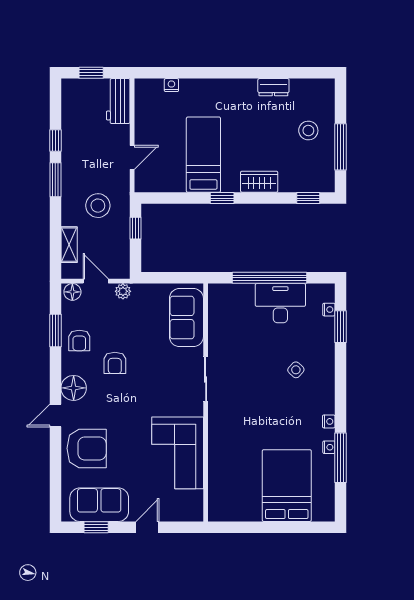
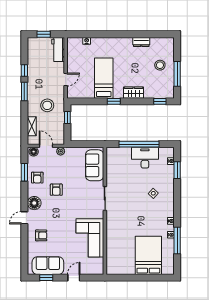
armchair: (87, 448) -> (41, 235), width x0.53, depth x0.53

